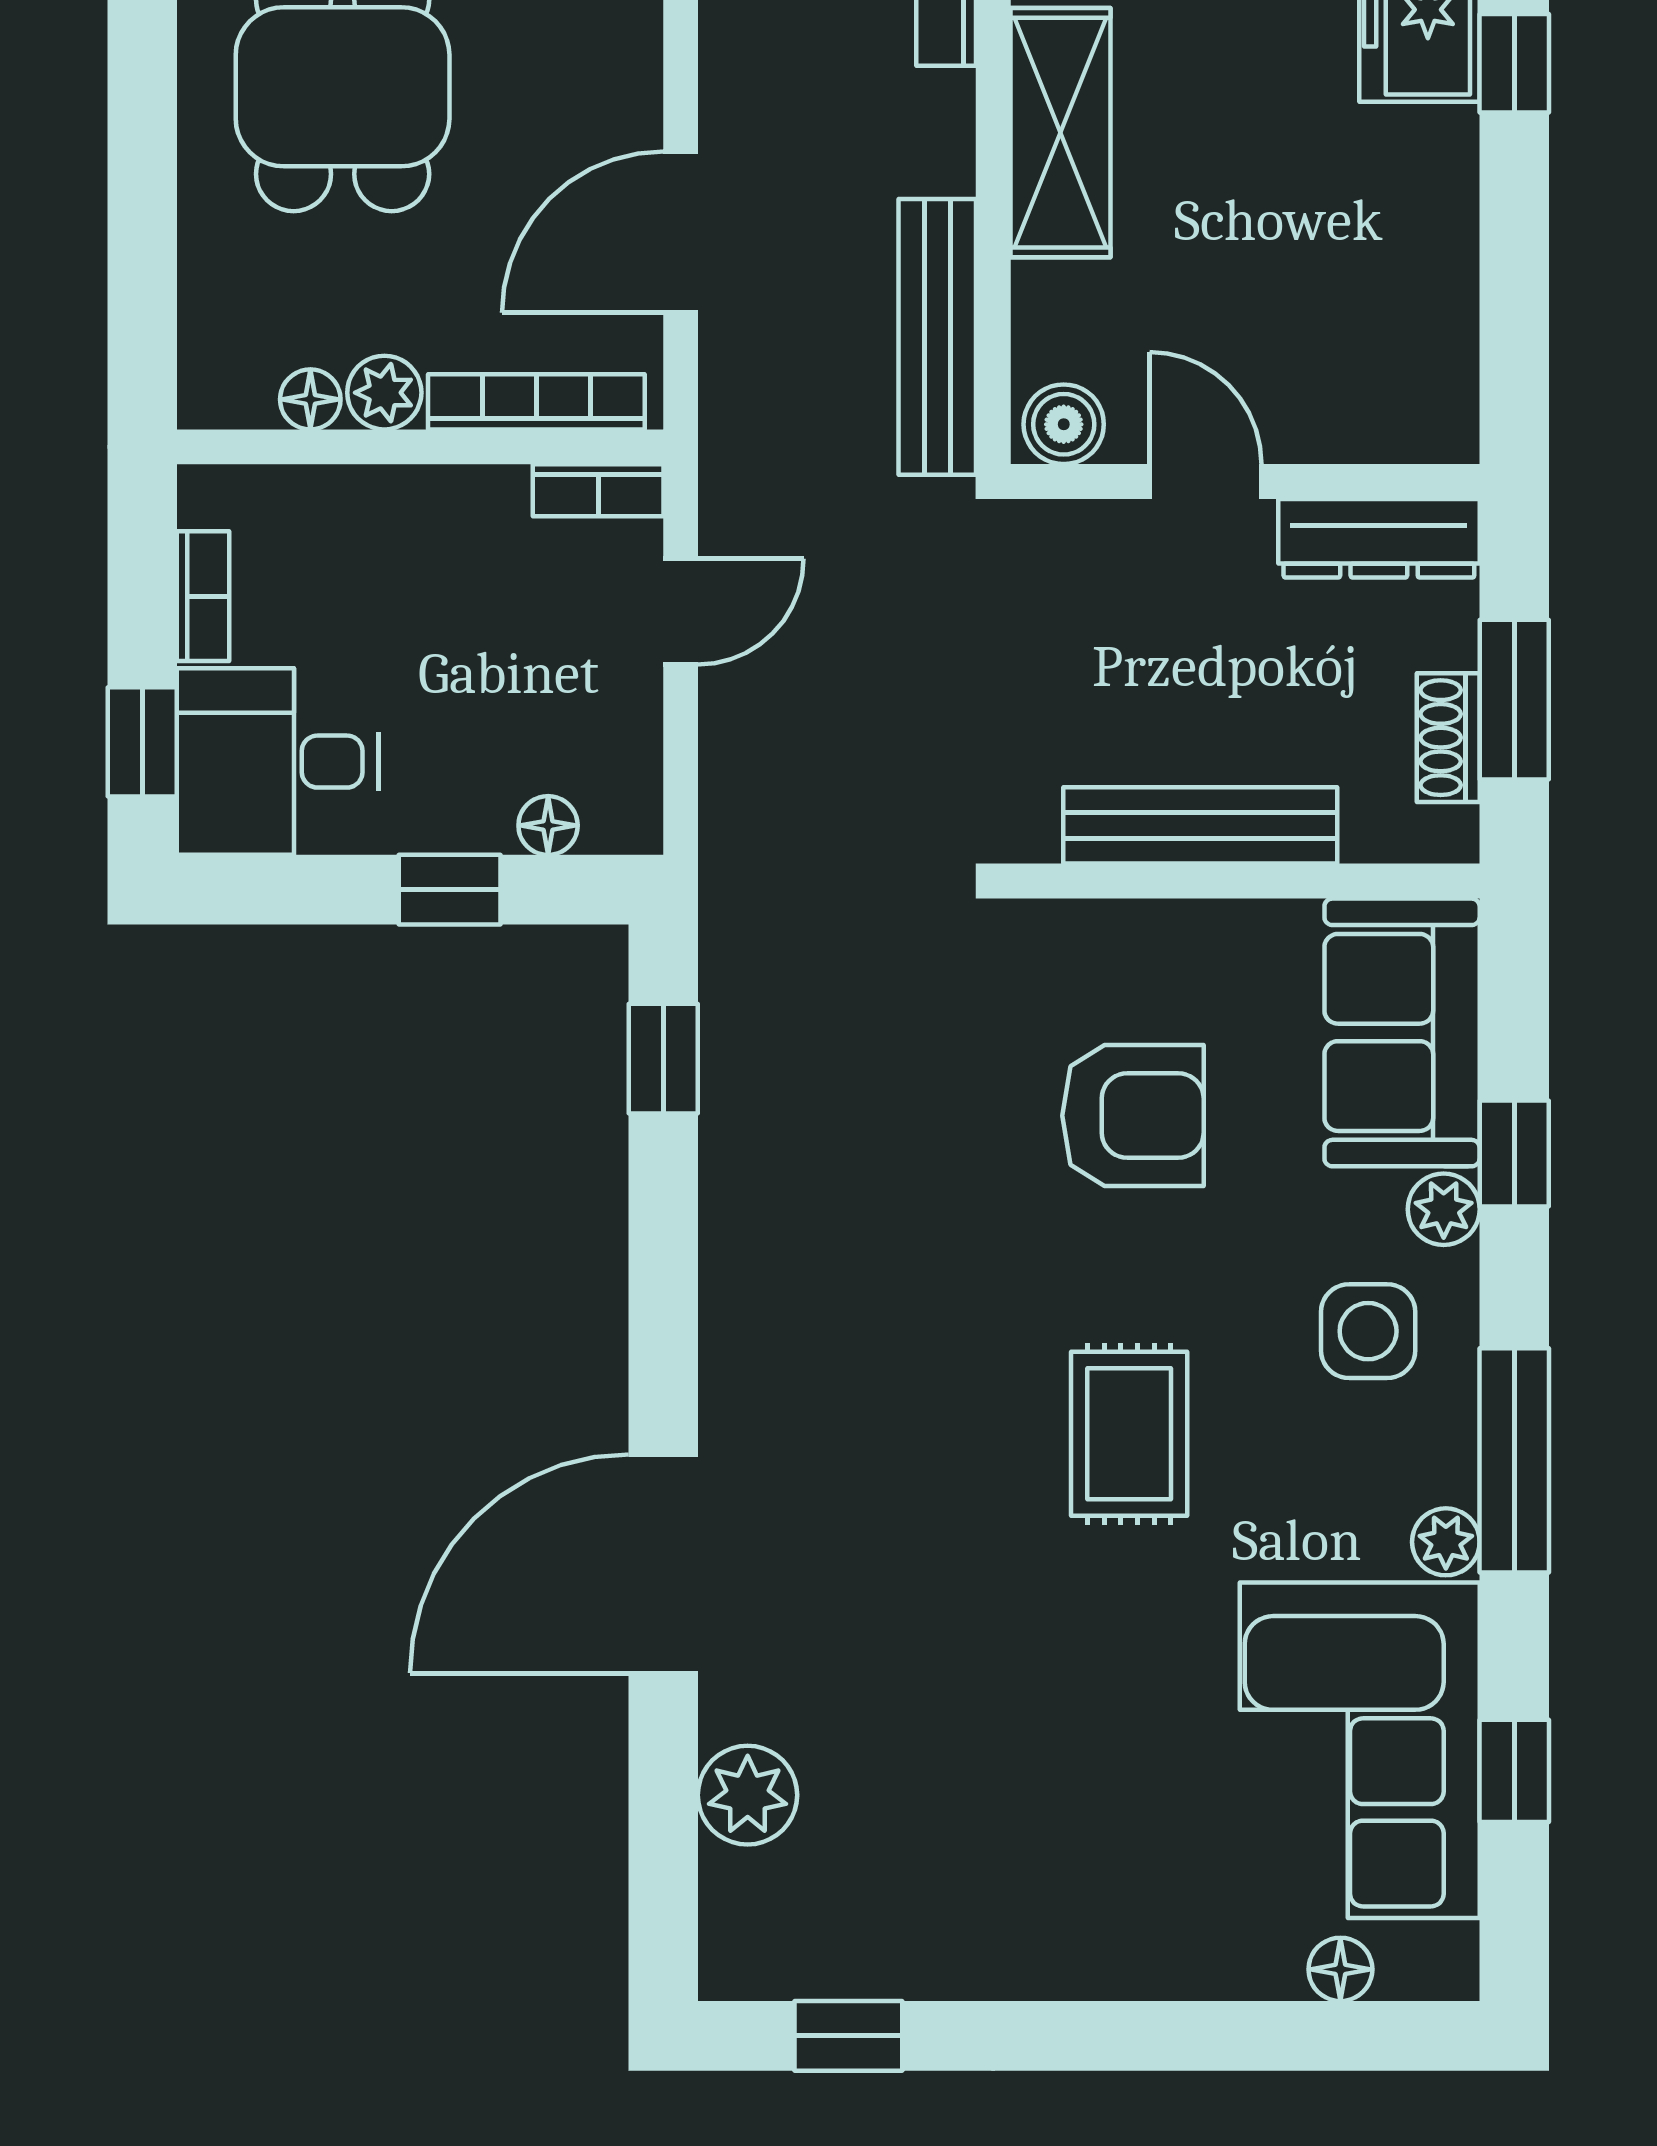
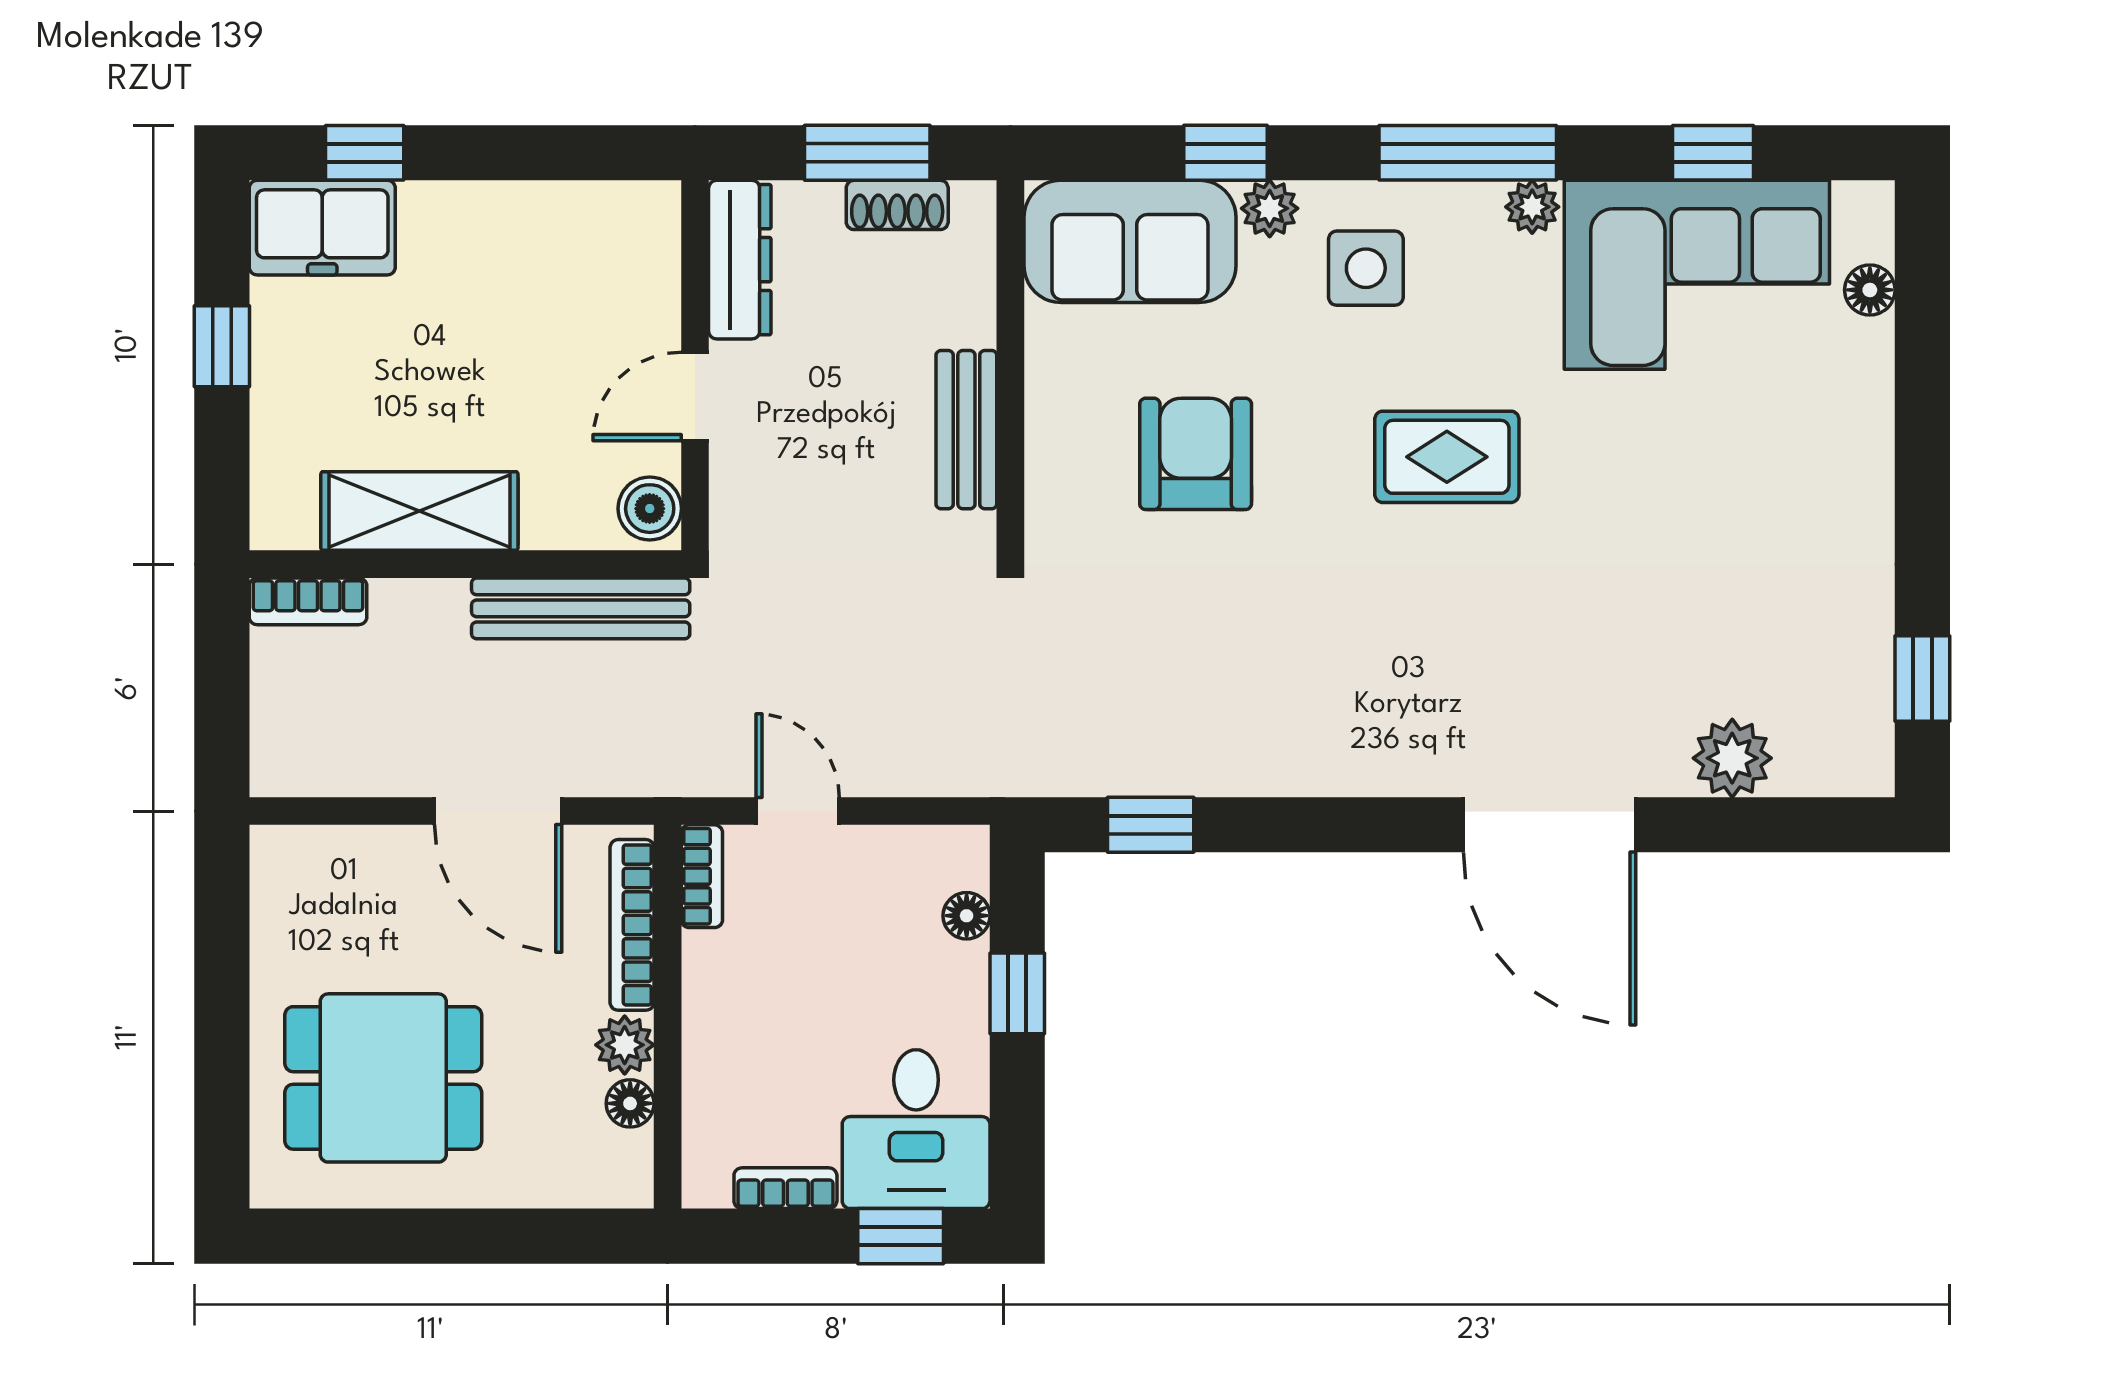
bench: (1200, 825) -> (966, 430), width x0.73

